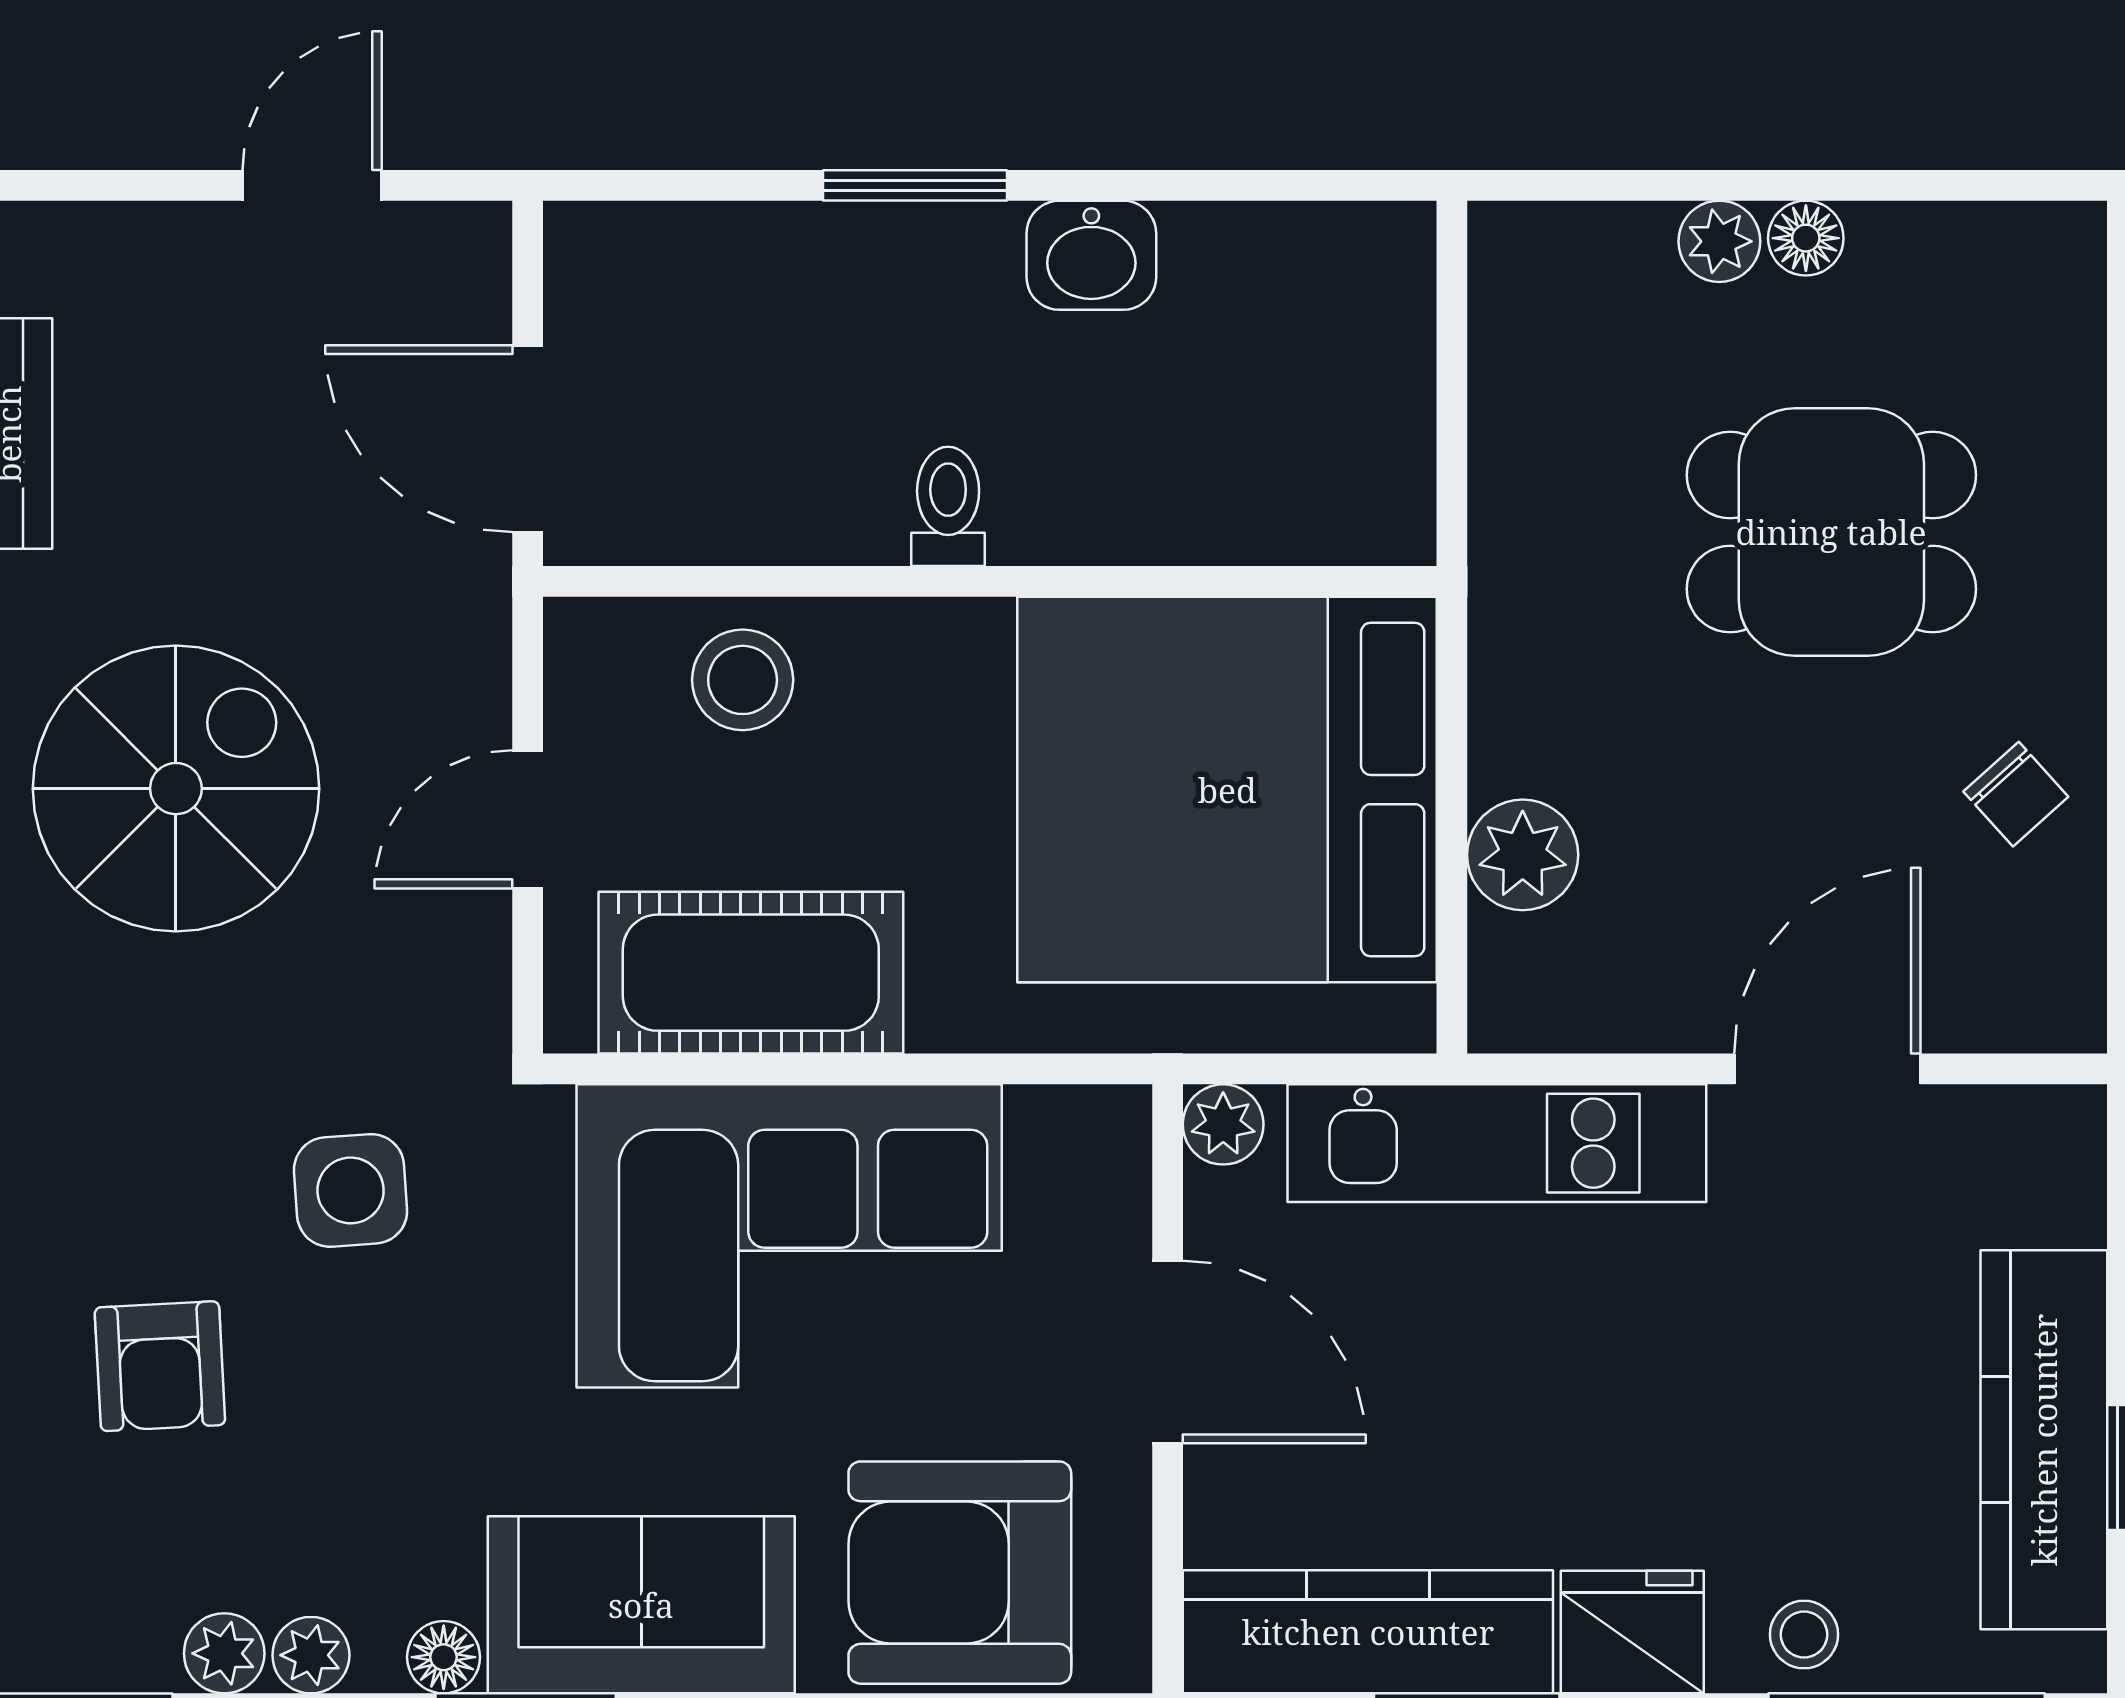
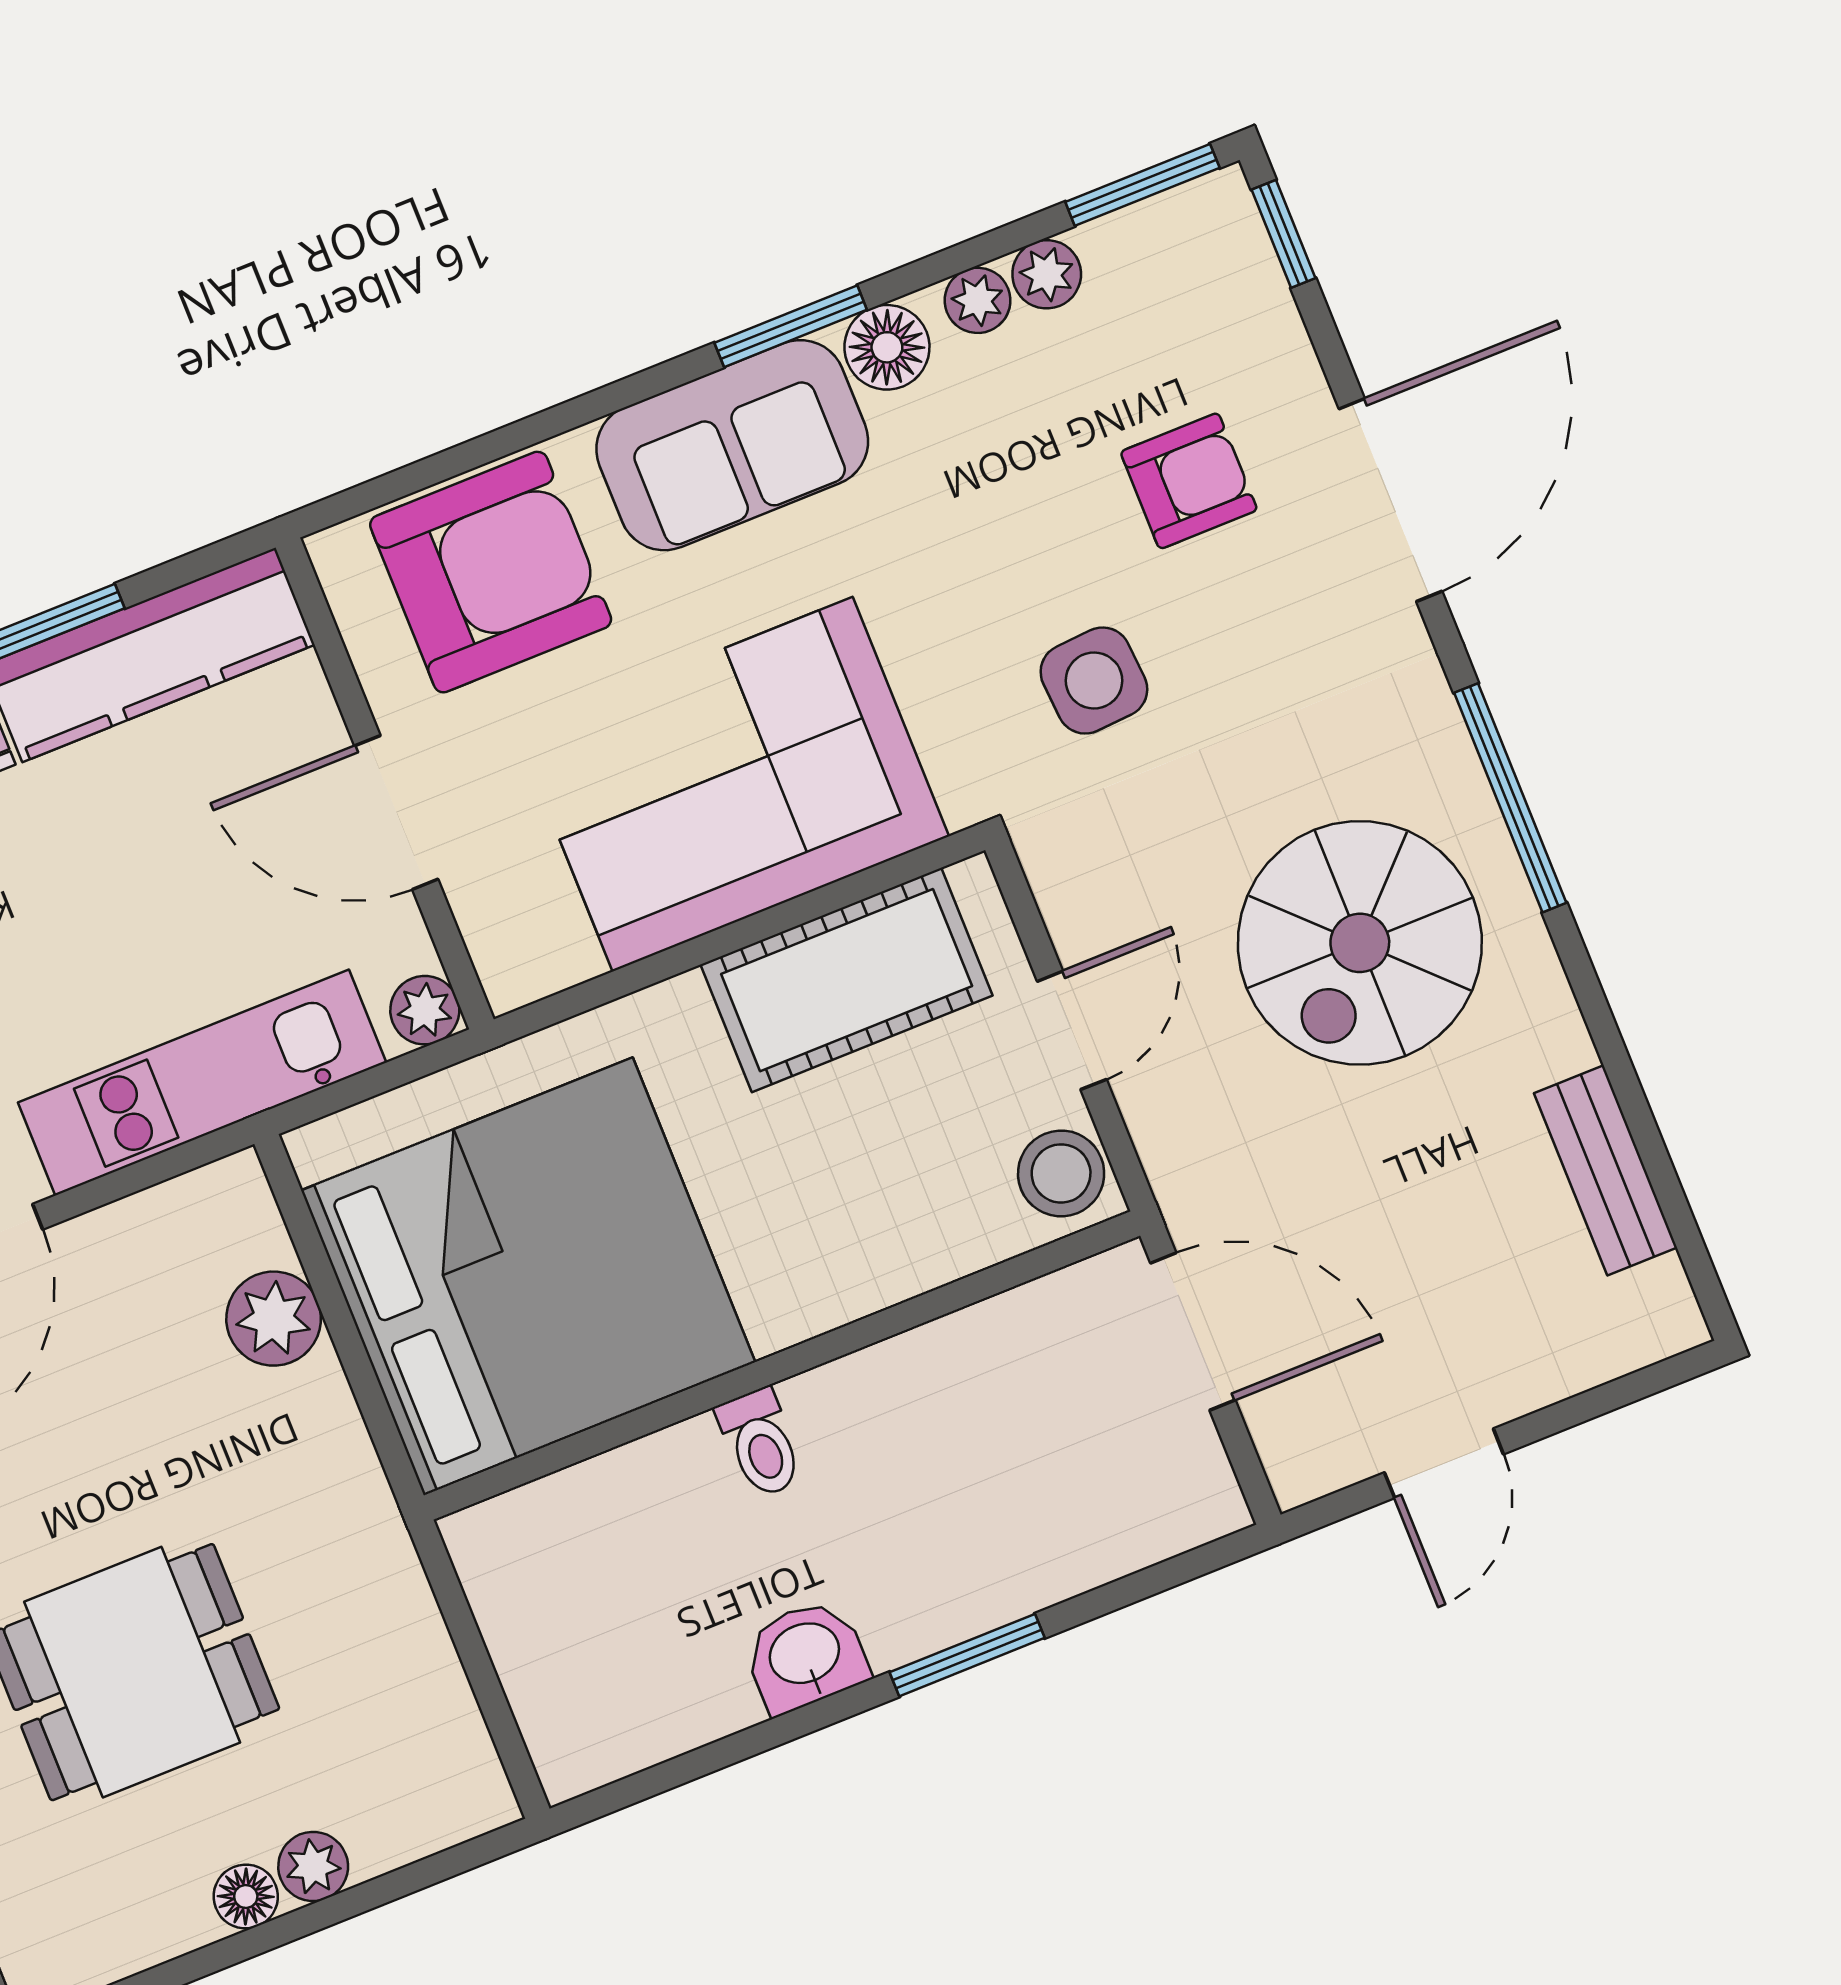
toilet: (948, 506) -> (760, 1443), moved
stool: (743, 680) -> (1061, 1173), moved
armchair: (160, 1366) -> (1189, 481), turned 93
floor lamp: (444, 1657) -> (887, 347), width x1.37, depth x1.37

